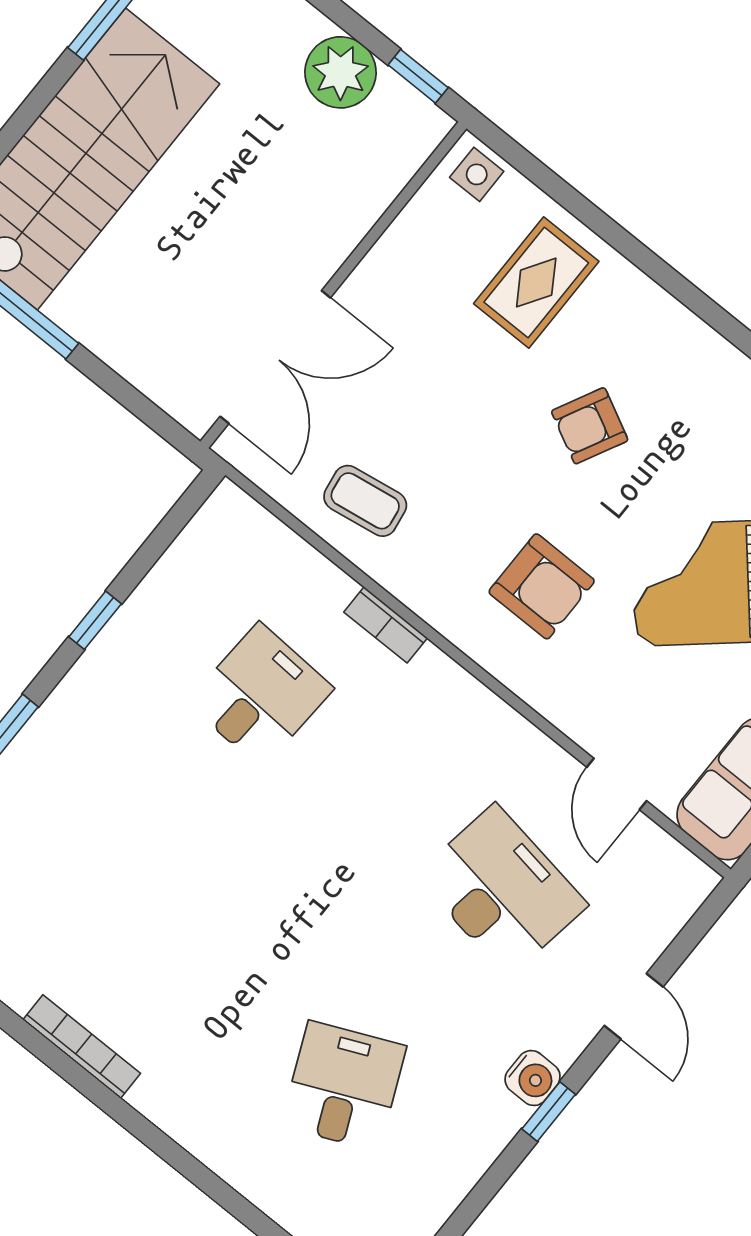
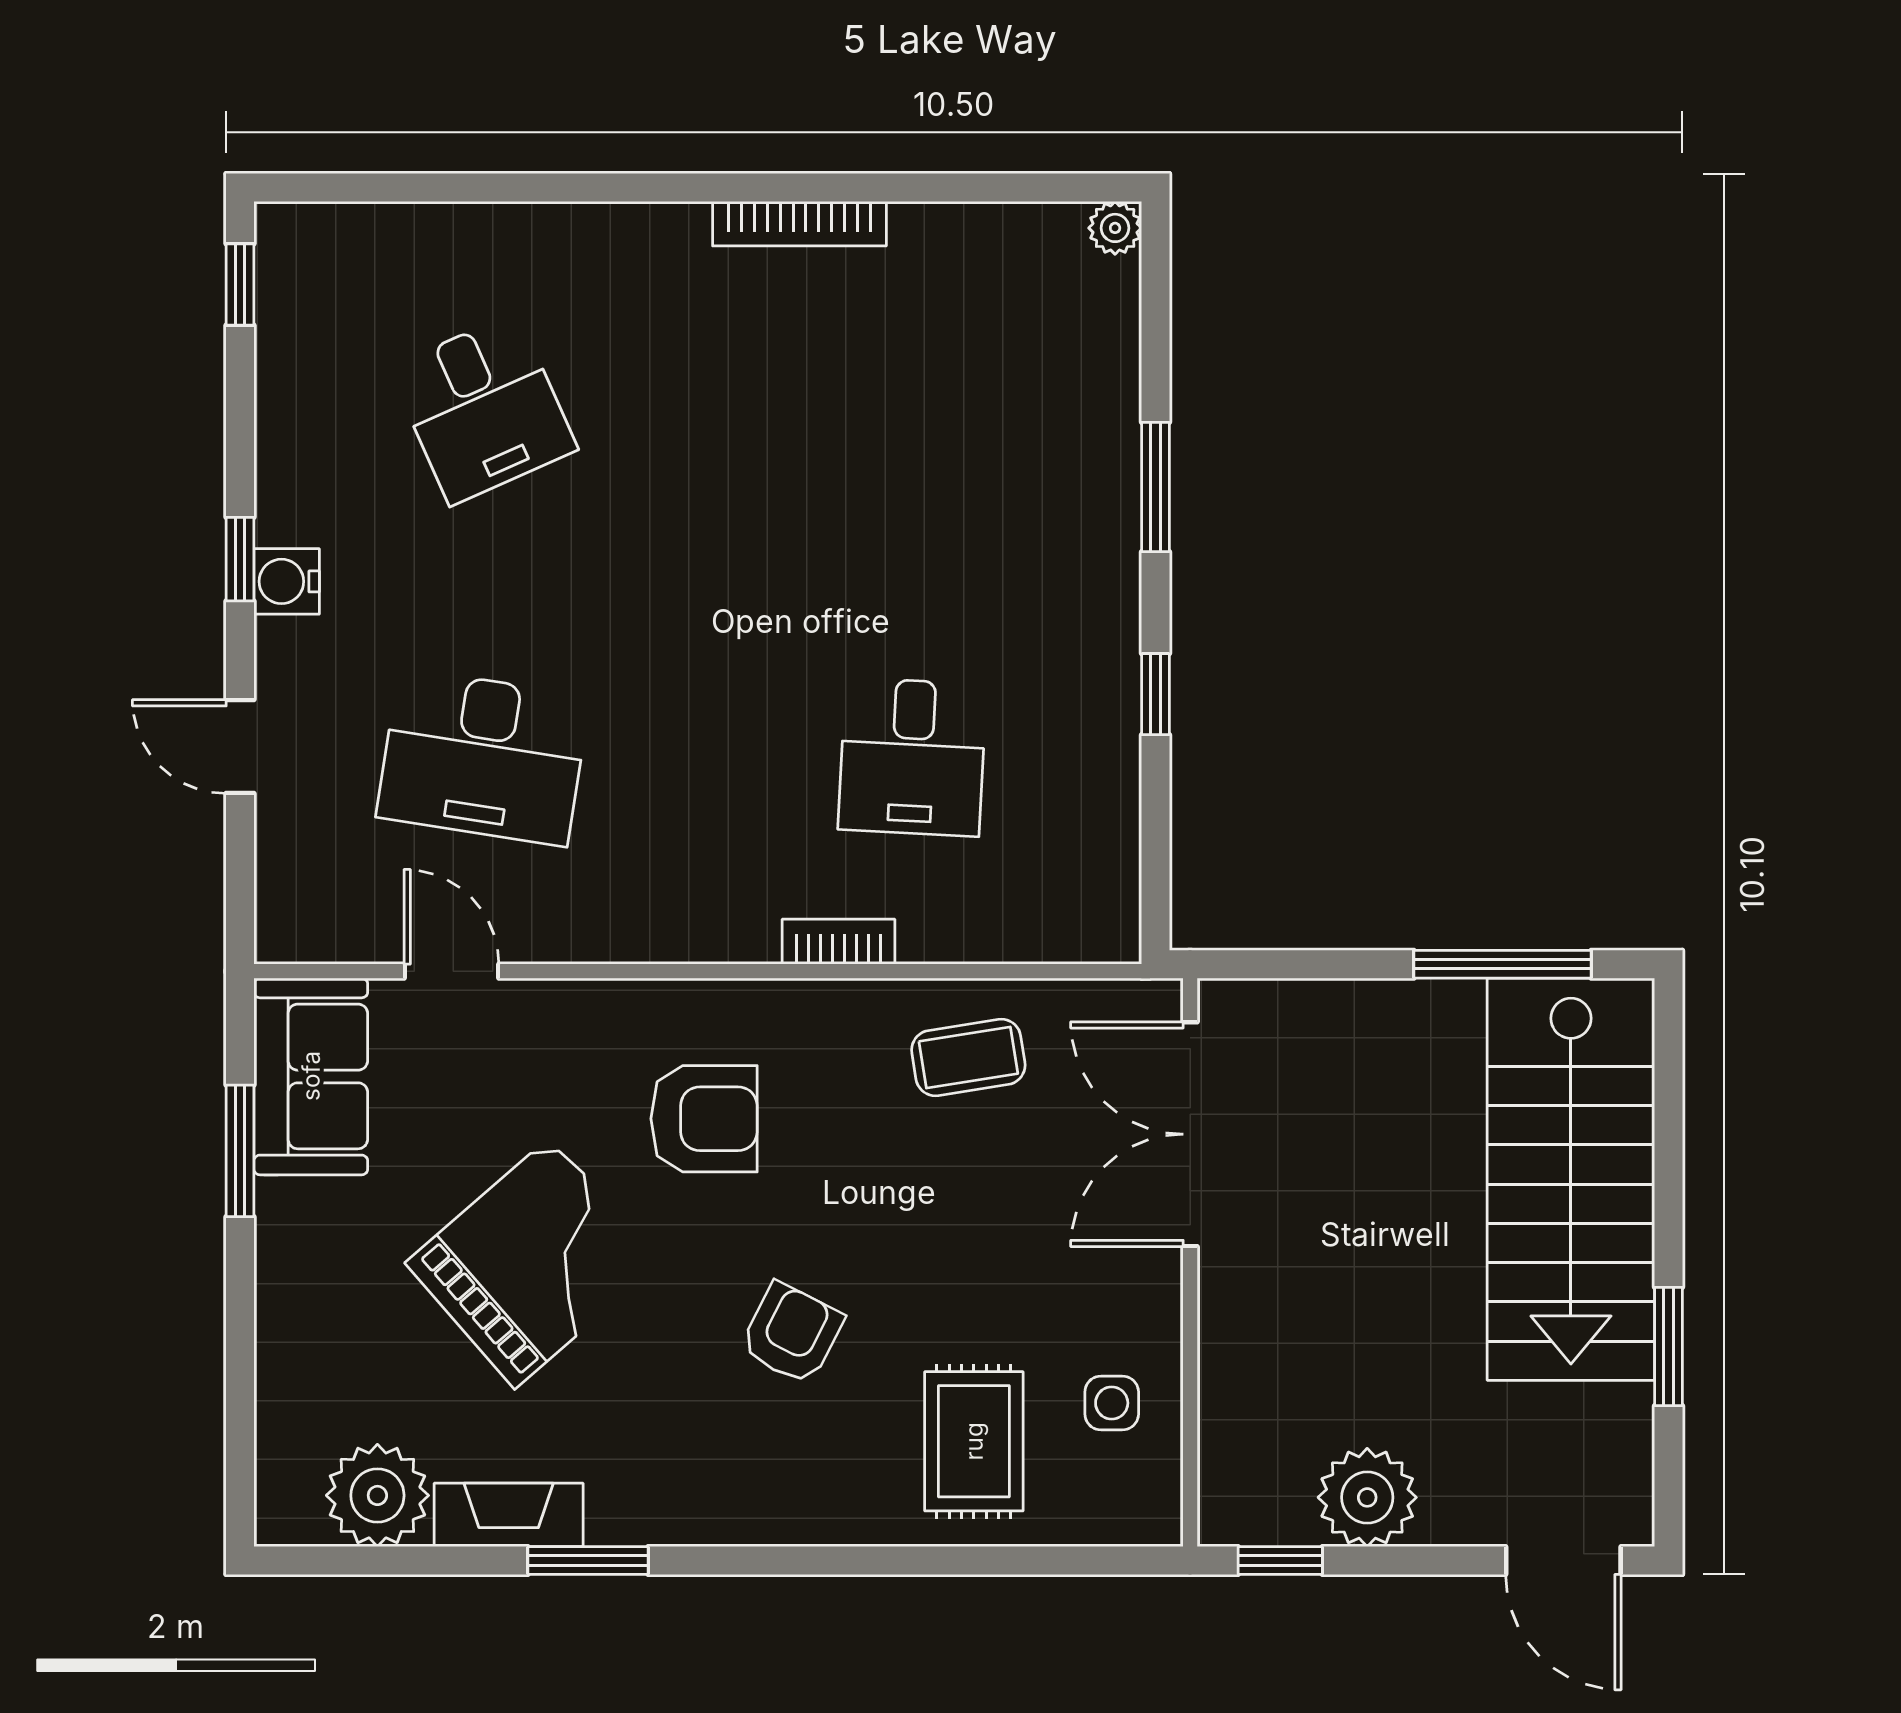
side table: (477, 174) -> (1112, 1403), moved
armchair: (542, 586) -> (704, 1119), turned 180

